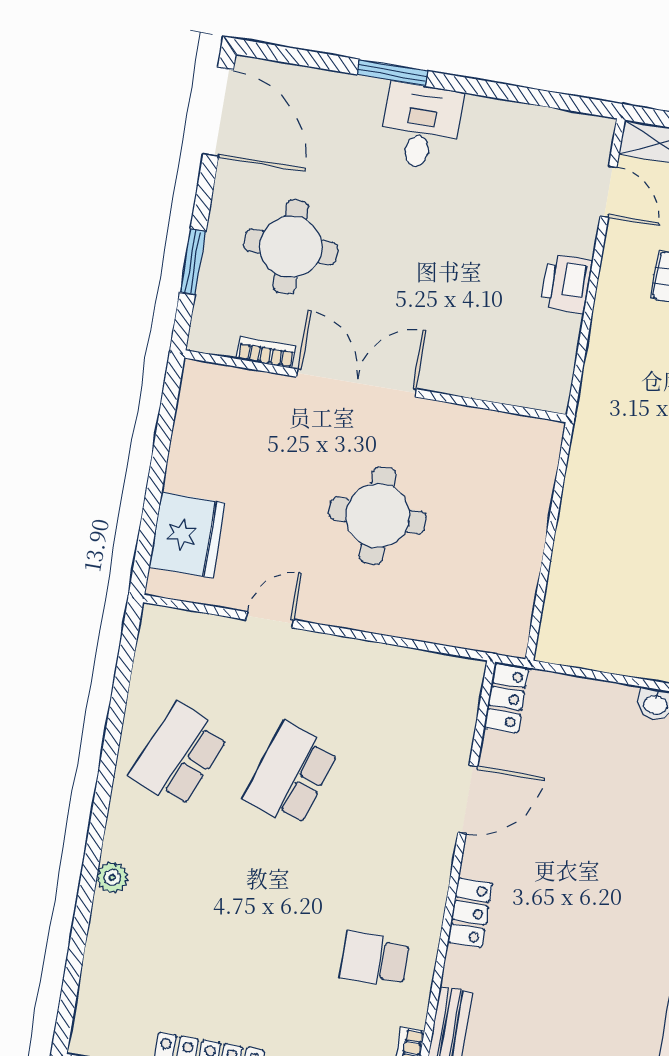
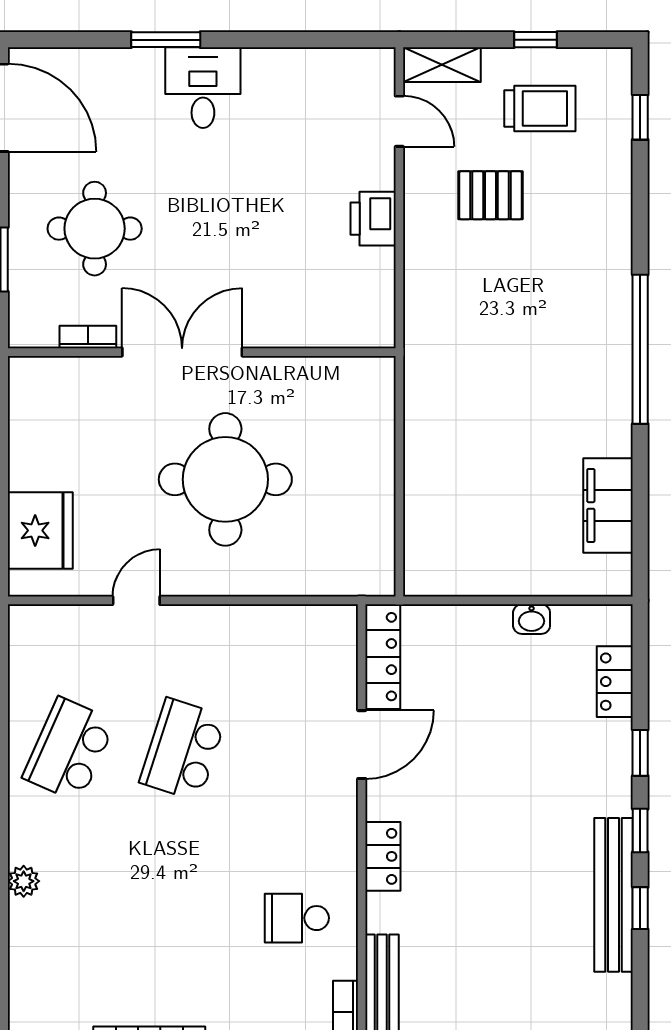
round table: (378, 516) -> (225, 479), width x1.36, depth x1.36
locker: (506, 698) -> (383, 657), width x1.53

